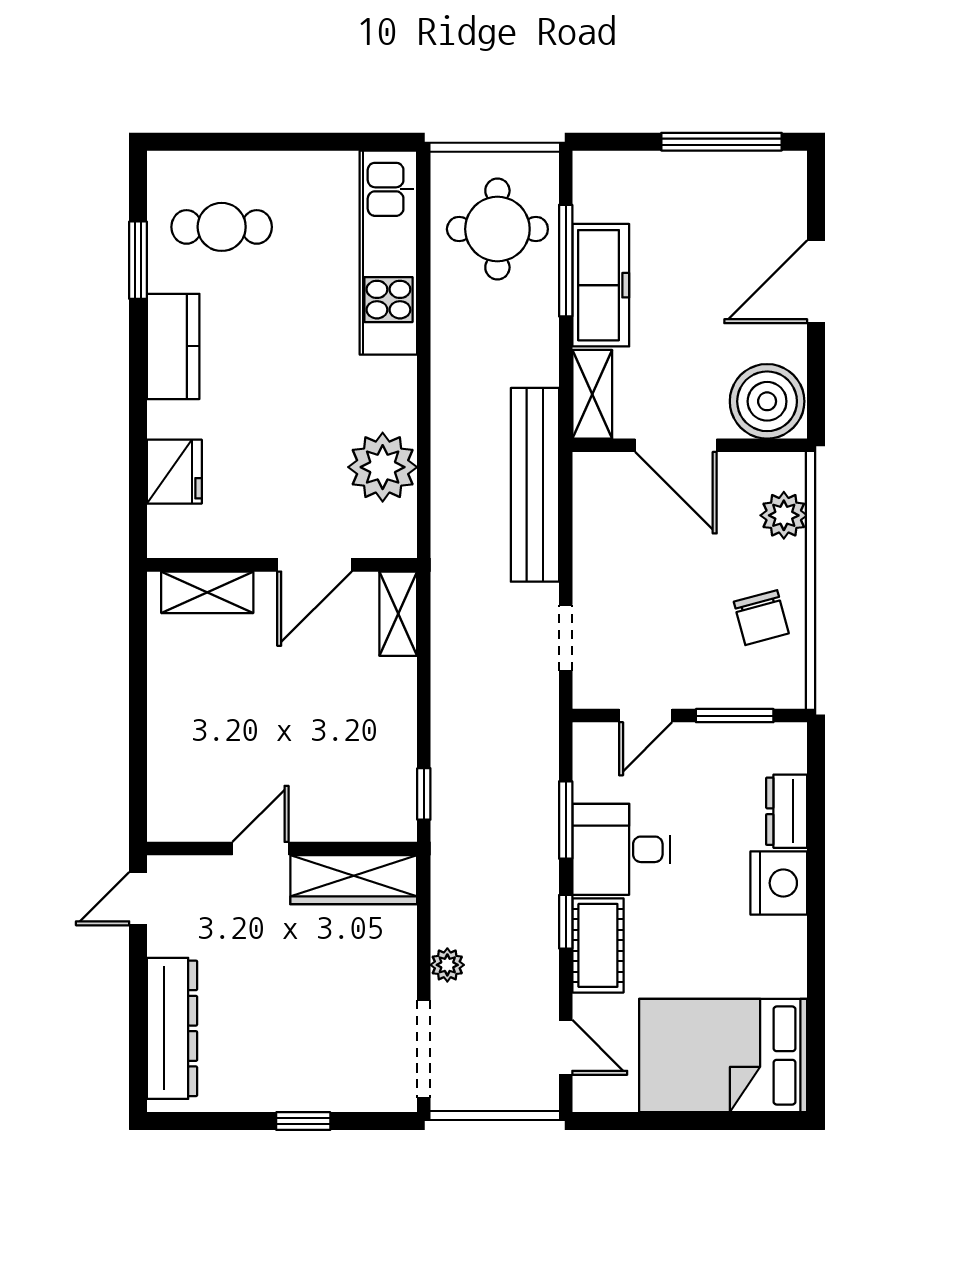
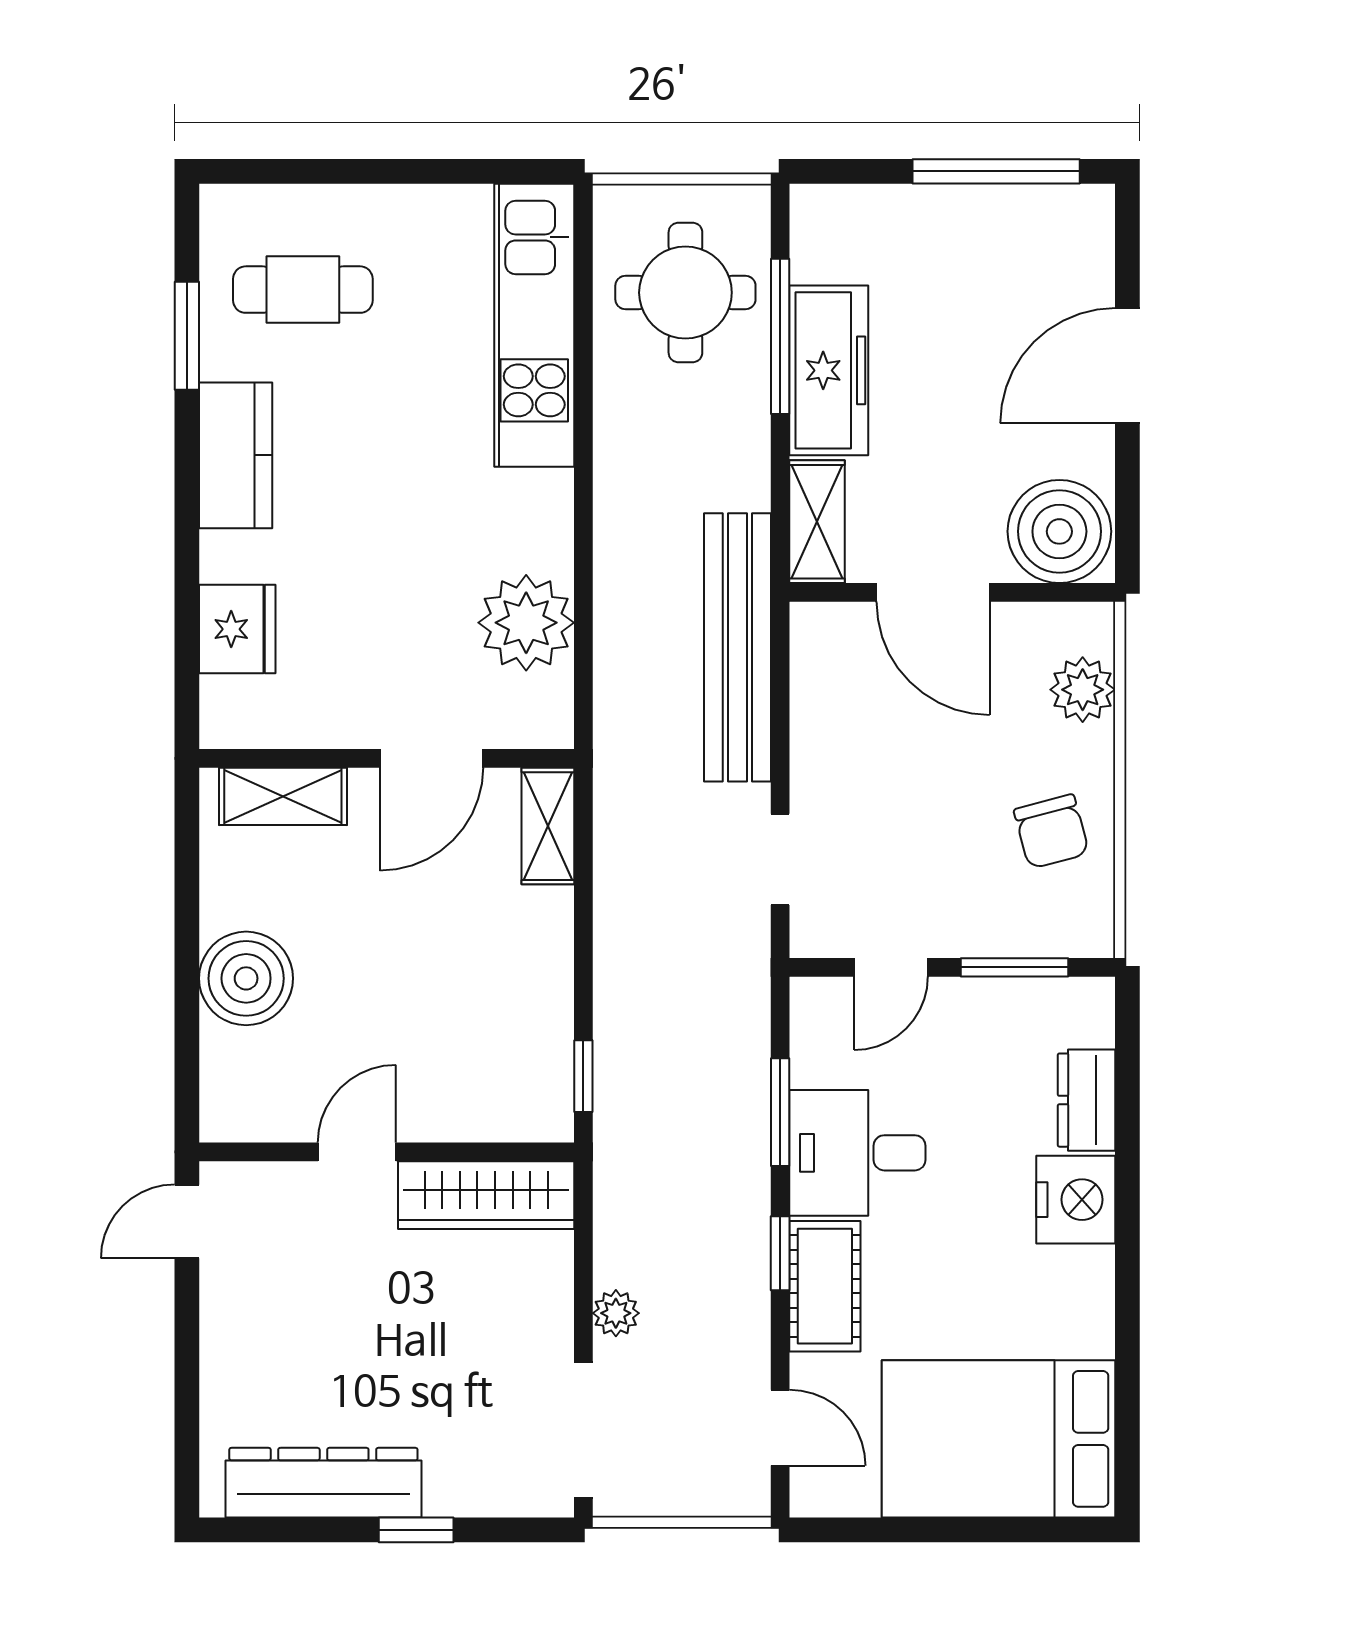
boiler: (181, 724) -> (246, 978), added
dresser: (172, 1028) -> (323, 1483), moved, turned -90

